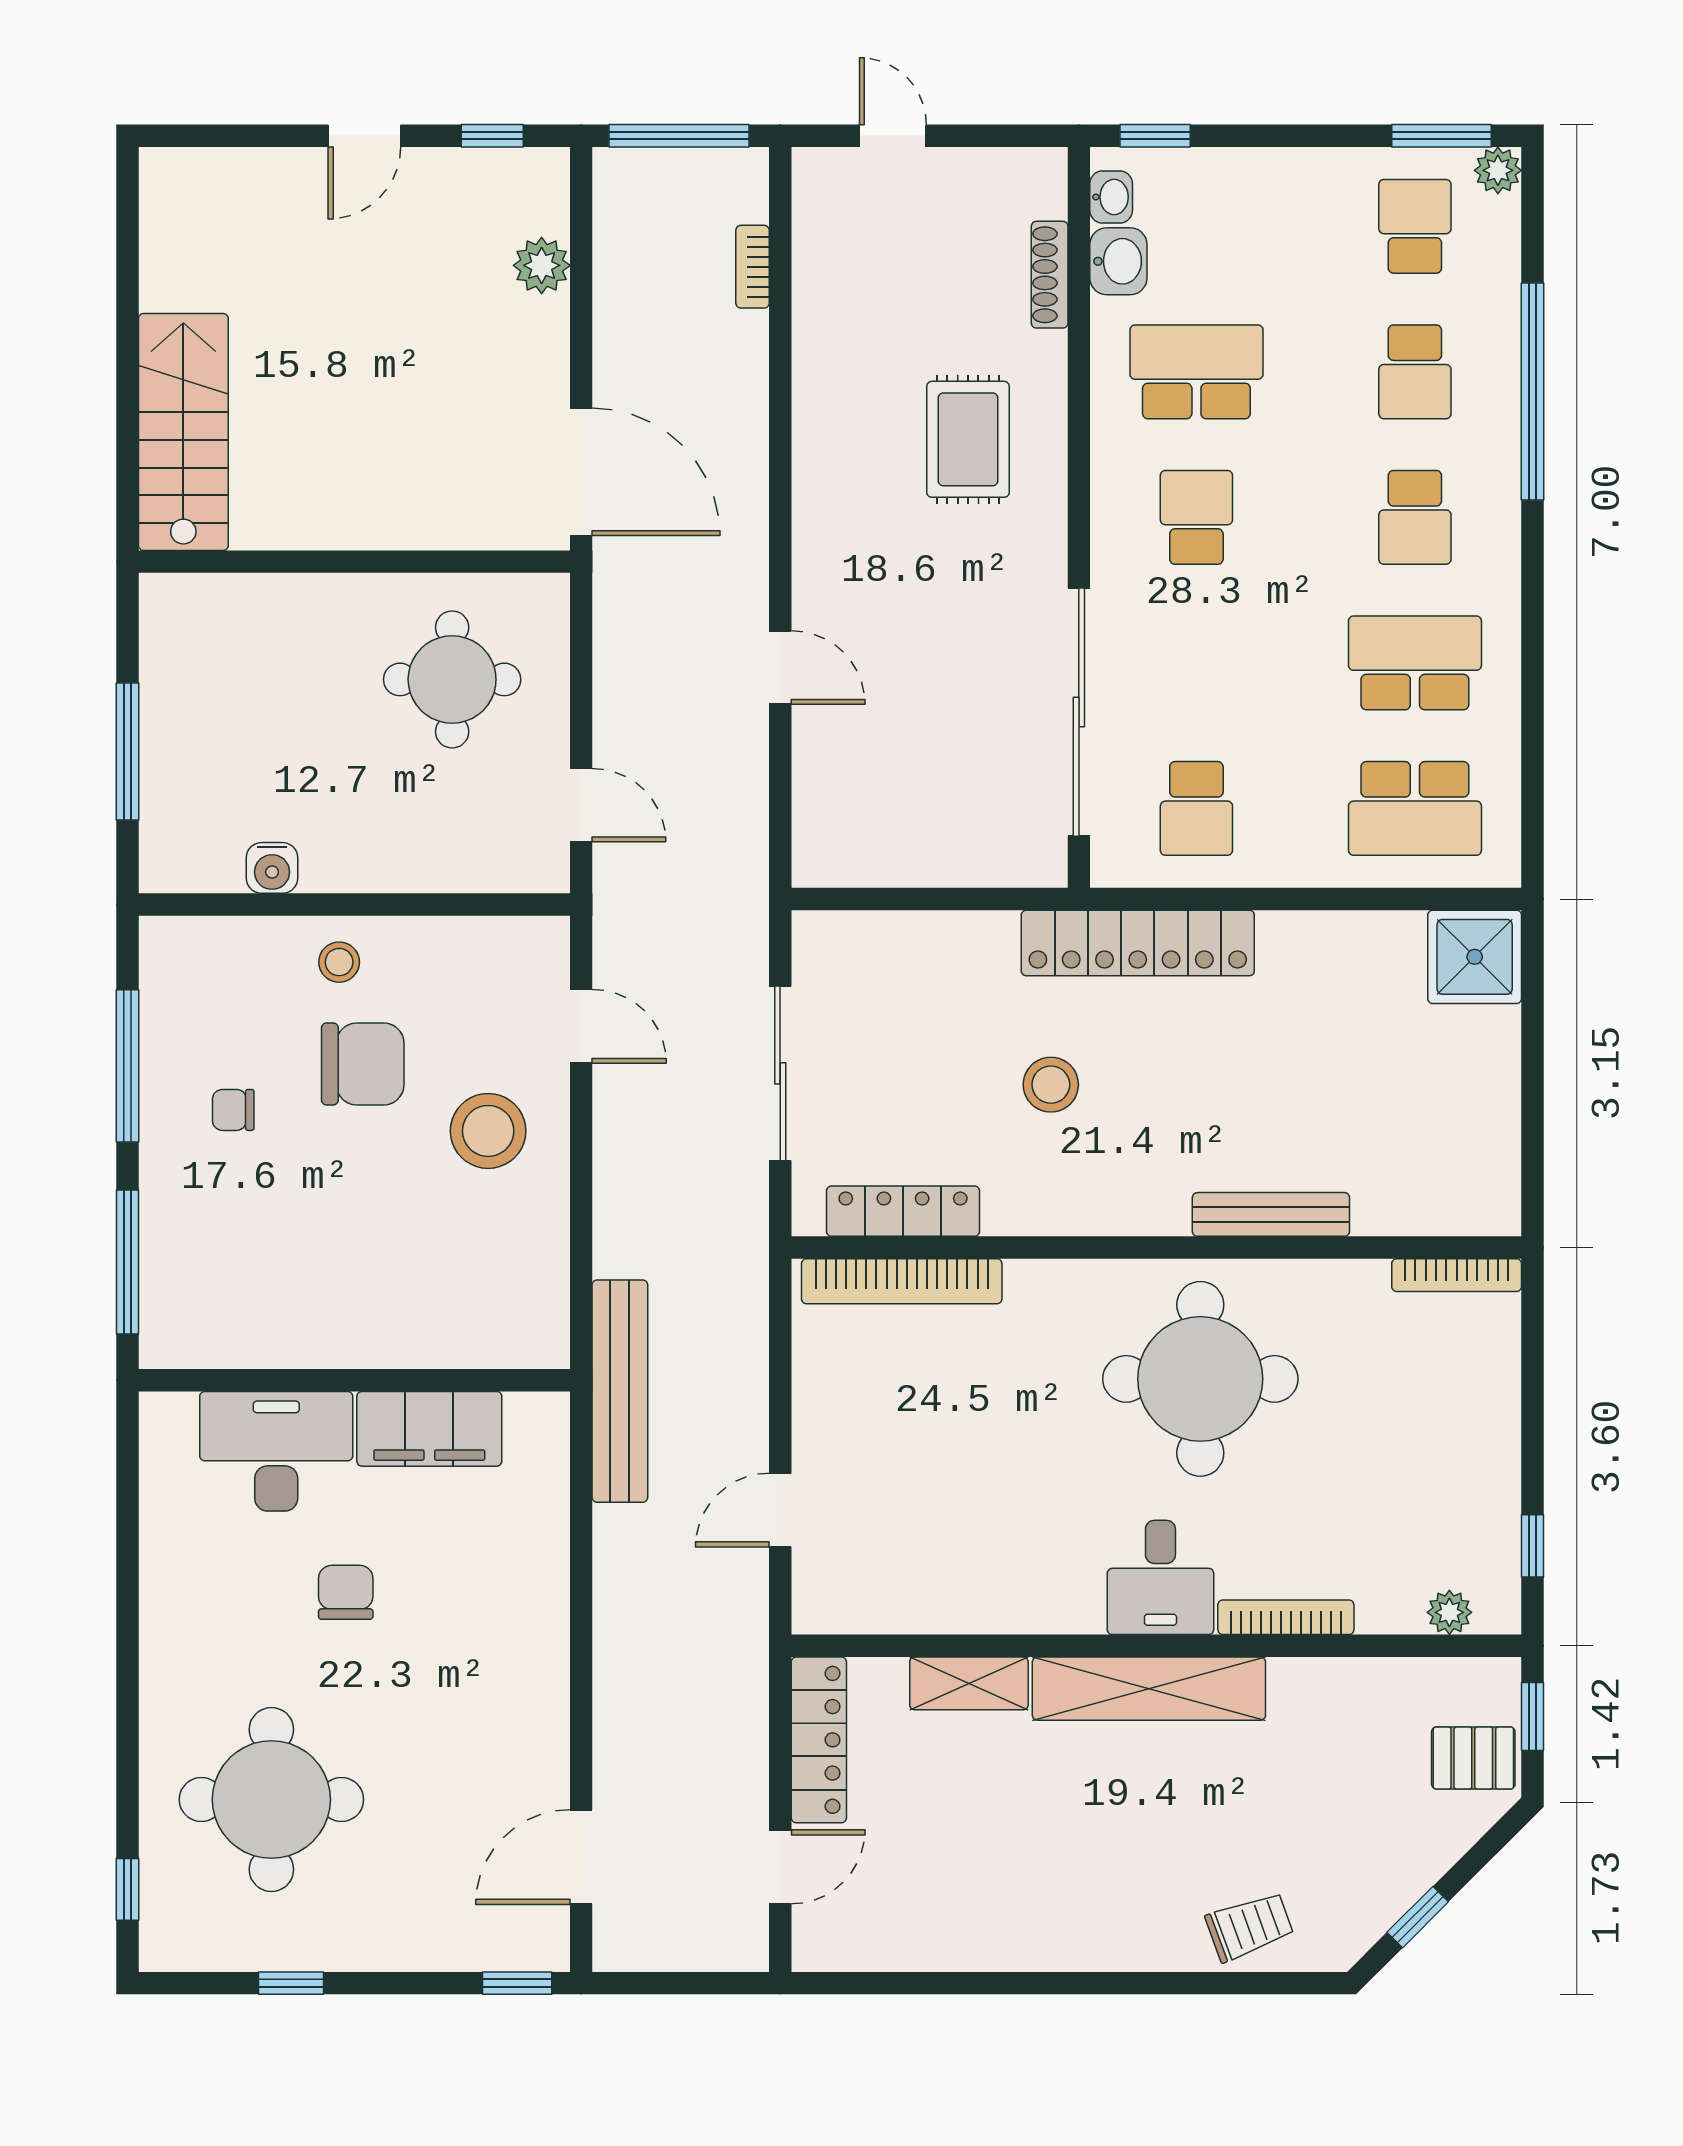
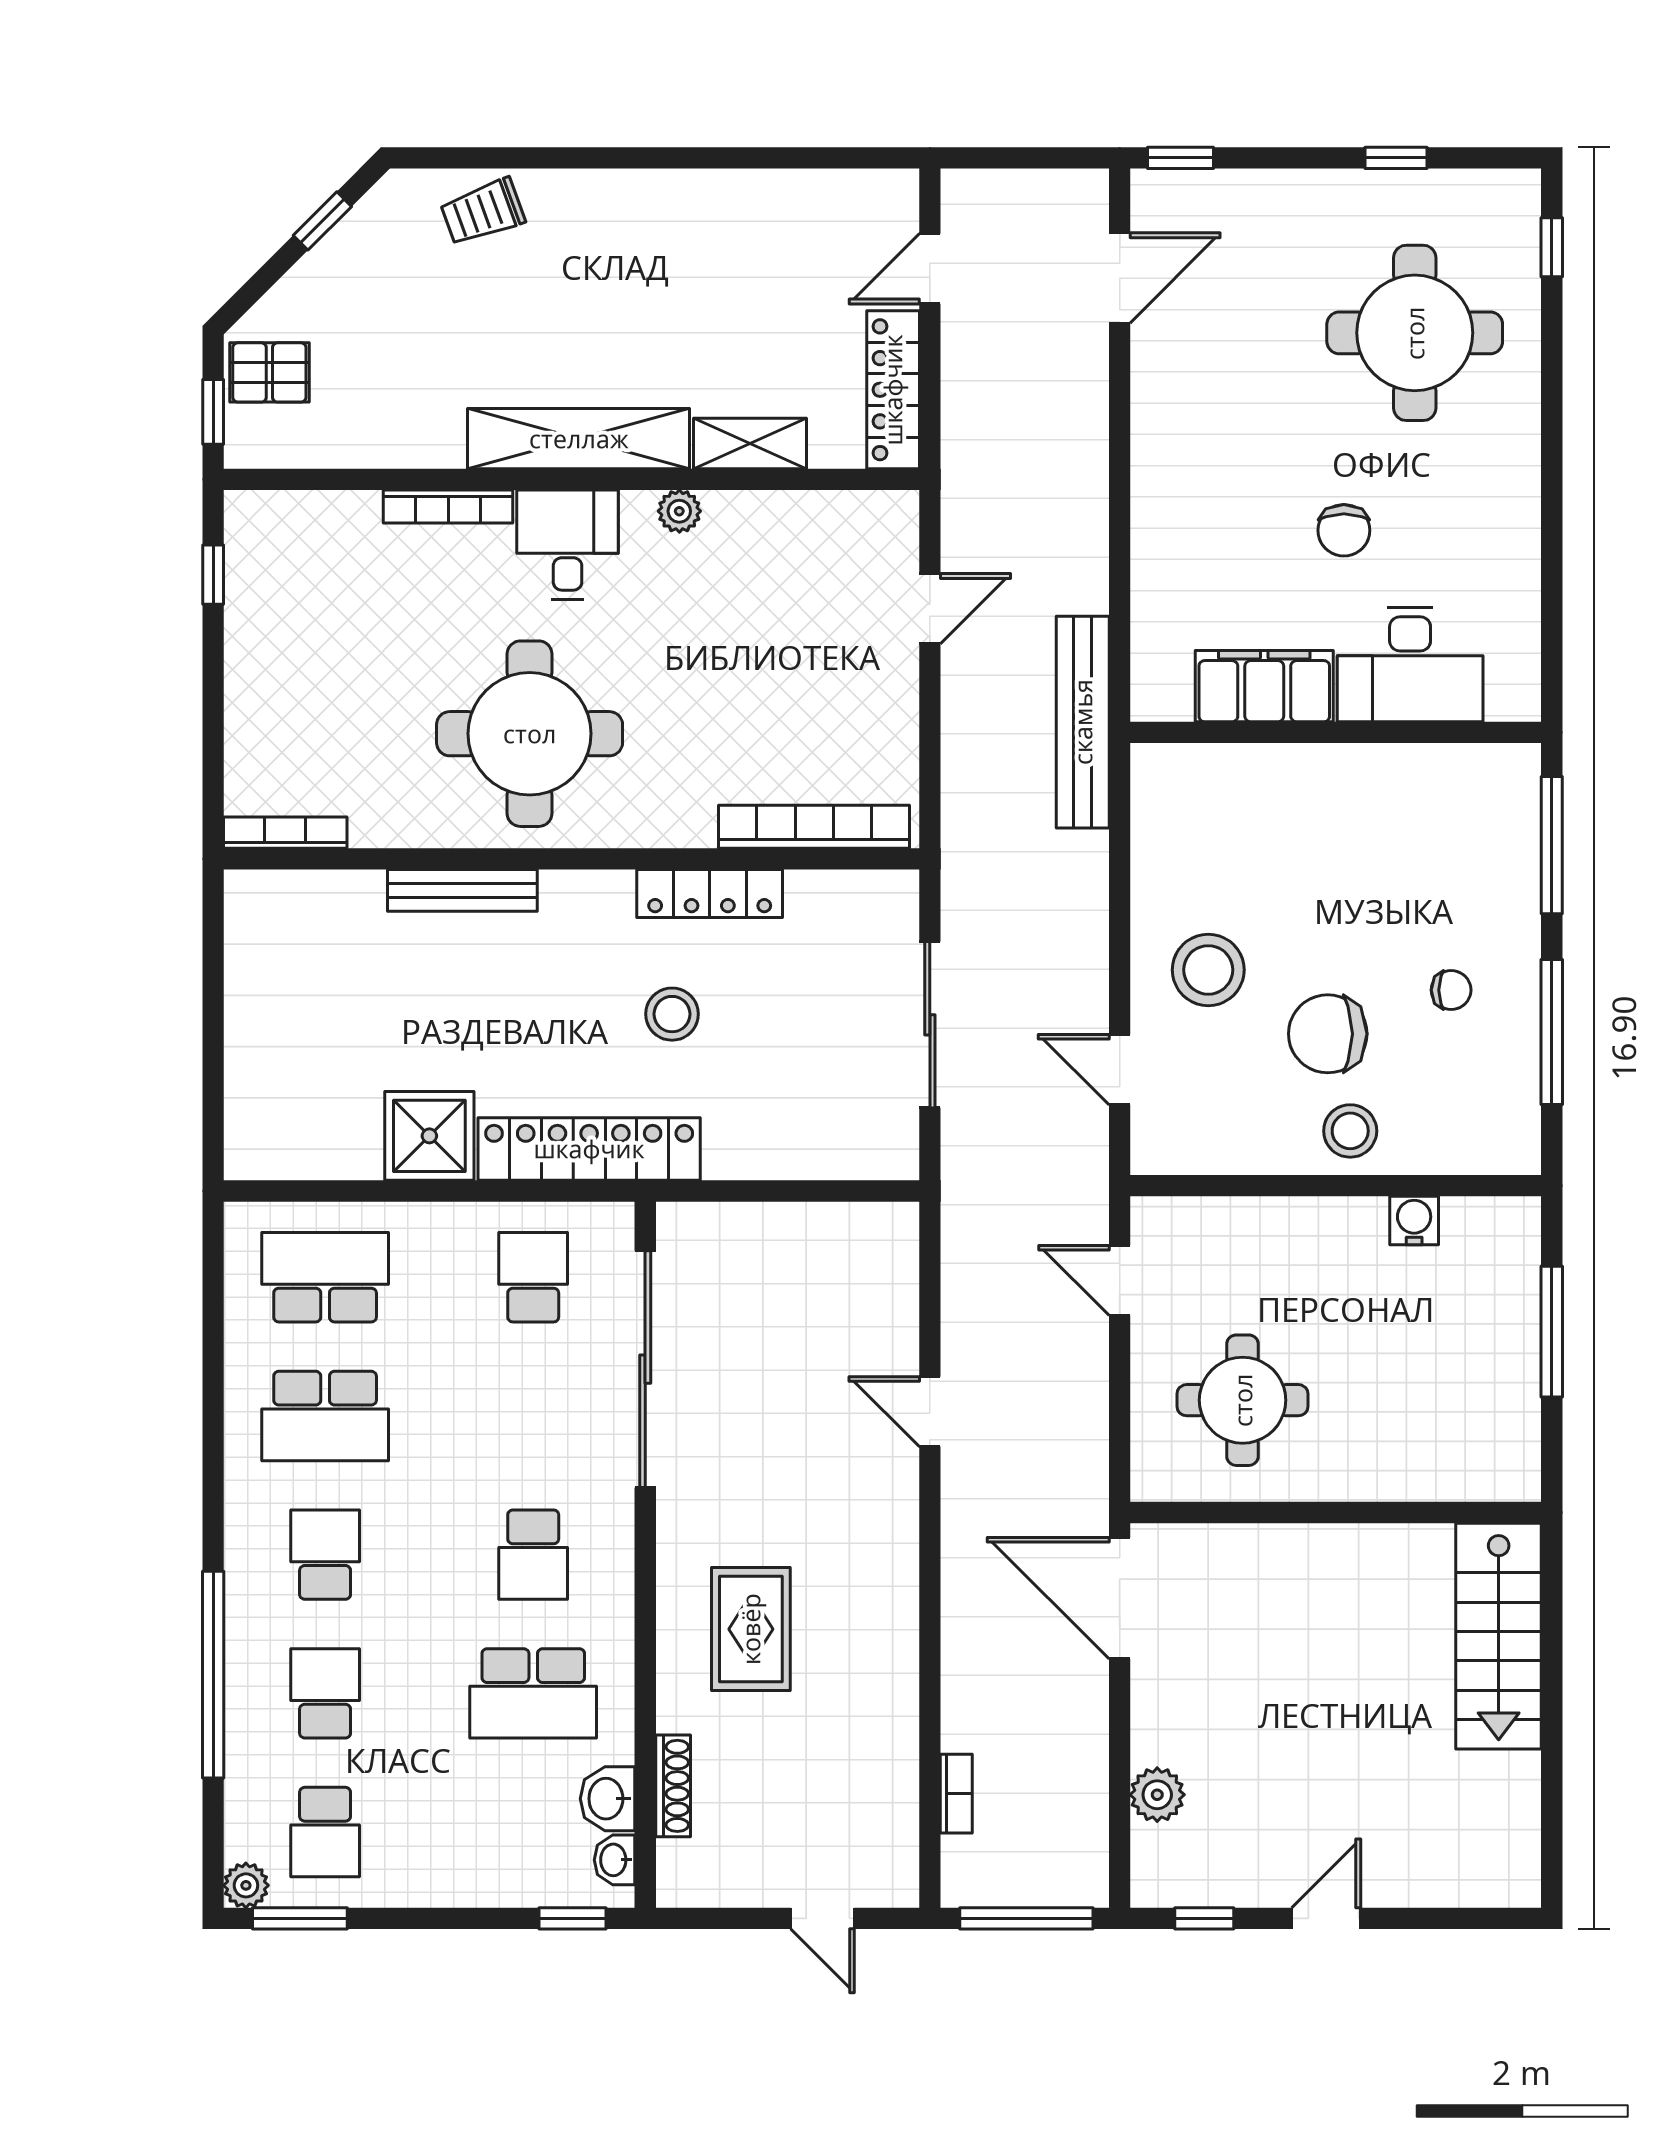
shower: (1475, 957) -> (429, 1136), moved
stool: (339, 962) -> (1350, 1131), width x1.37, depth x1.37
locker: (903, 1211) -> (710, 894), moved
plant: (1449, 1612) -> (679, 511), moved

